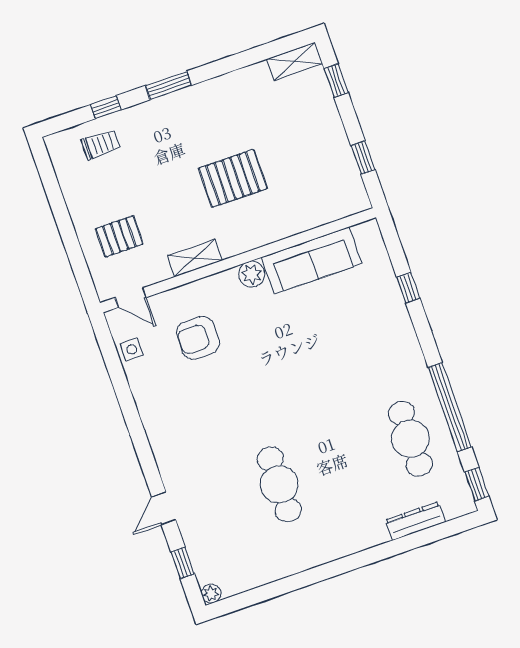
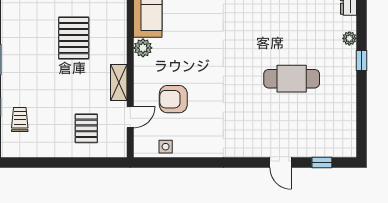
door: (131, 298) -> (130, 117), moved
armchair: (198, 338) -> (173, 99), turned 90
window: (335, 568) -> (361, 61), added
plant: (211, 594) -> (349, 38), moved

